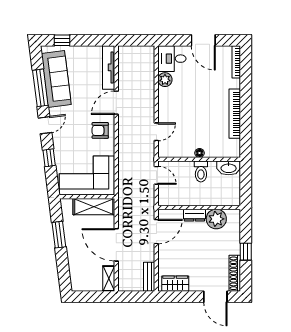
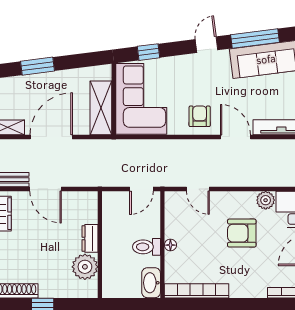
armchair: (190, 98) -> (242, 233), added
bookcase: (235, 114) -> (197, 291), moved
door: (45, 125) -> (207, 45), swing flipped
window: (49, 158) -> (148, 52), moved
door: (156, 232) -> (46, 189), moved
window: (59, 235) -> (38, 66), moved

